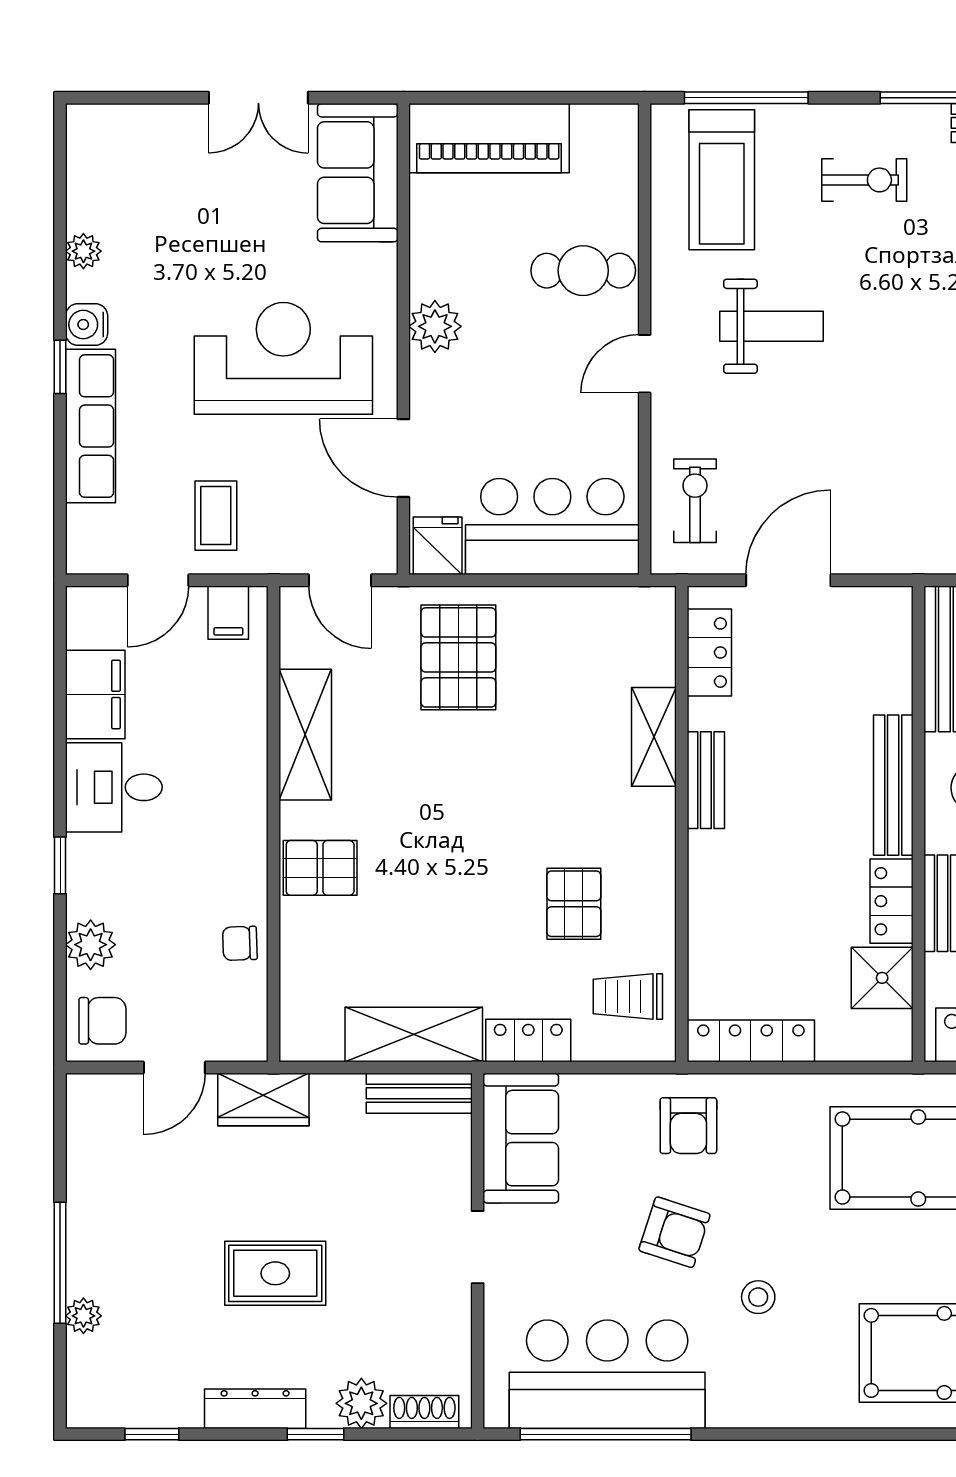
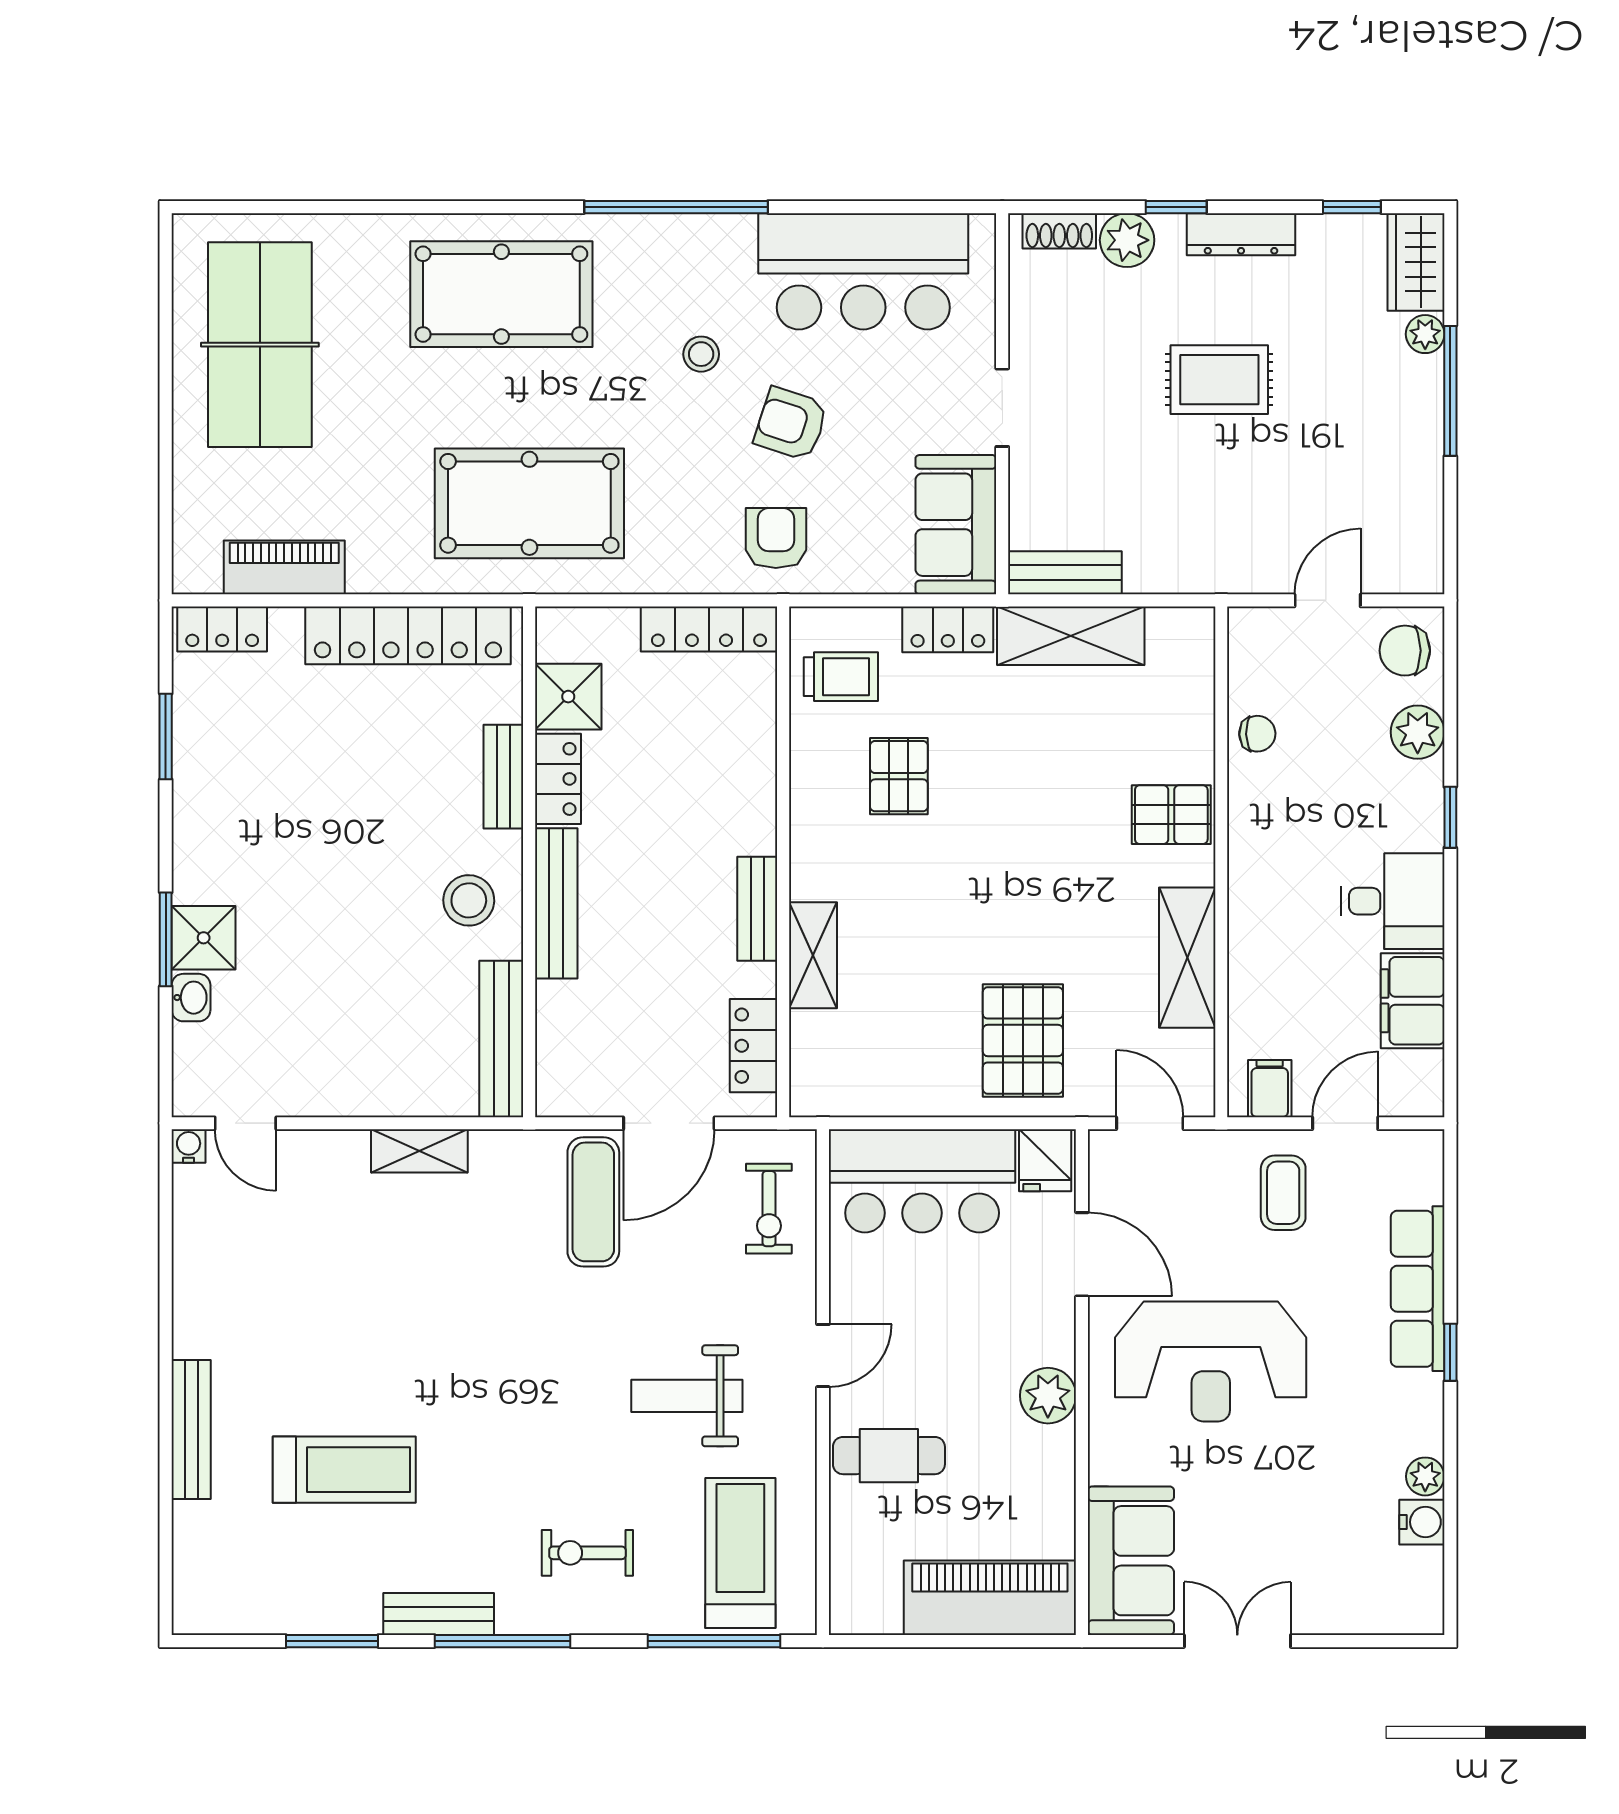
water cooler: (87, 324) -> (1422, 1522), moved
exercise mat: (859, 507) -> (593, 1202), added
wardrobe: (263, 1100) -> (1416, 262), moved, turned -90
window: (606, 1434) -> (676, 207), moved

